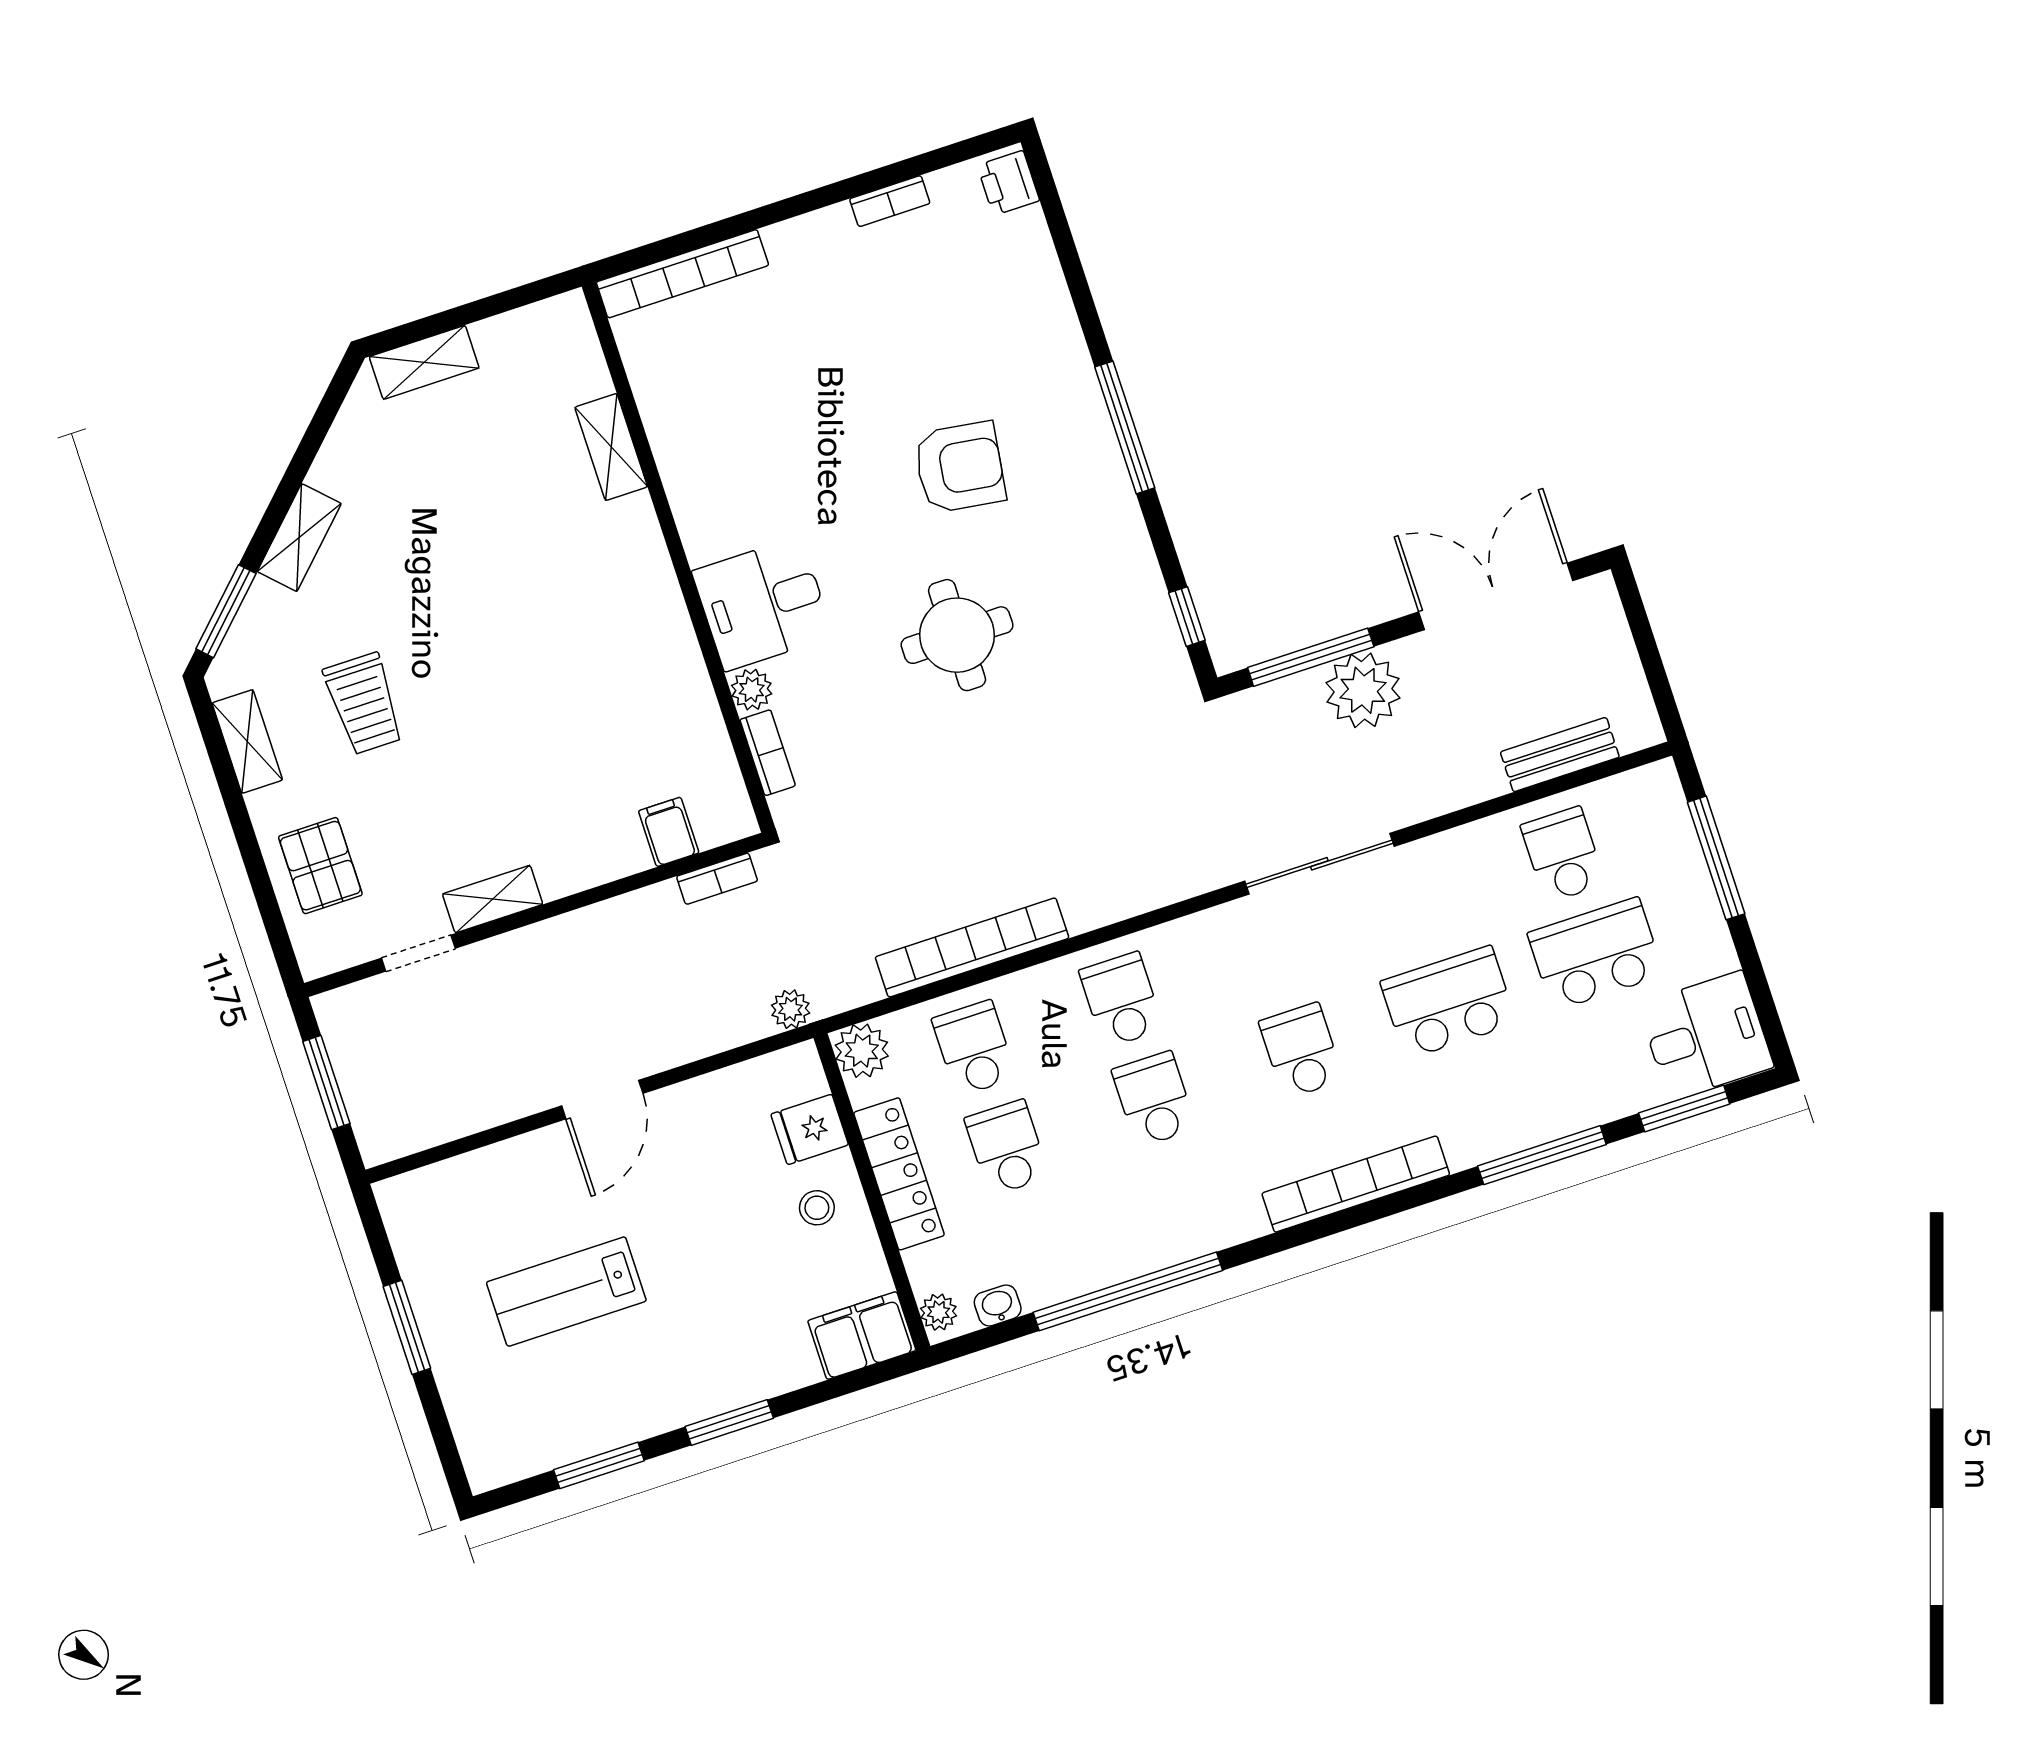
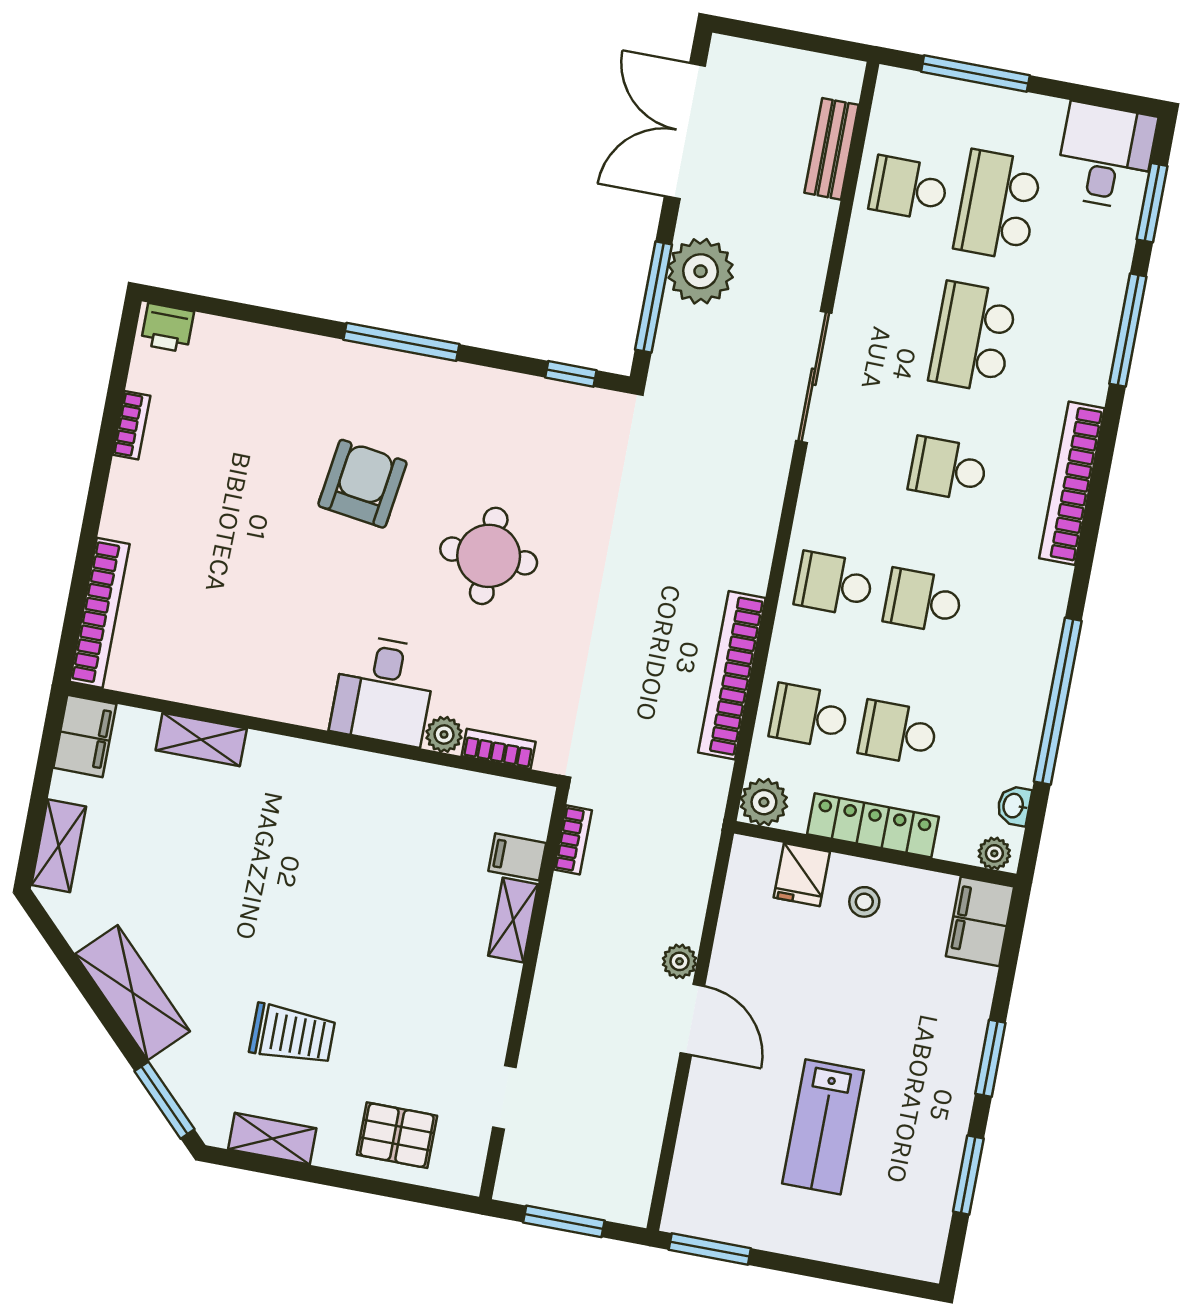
filing cabinet: (550, 327) -> (85, 736), added
shelving: (299, 538) -> (133, 993), width x1.50, depth x1.33
shelving: (493, 899) -> (513, 920), moved
plant: (791, 1009) -> (680, 961), moved
window: (407, 1327) -> (710, 1249), moved

